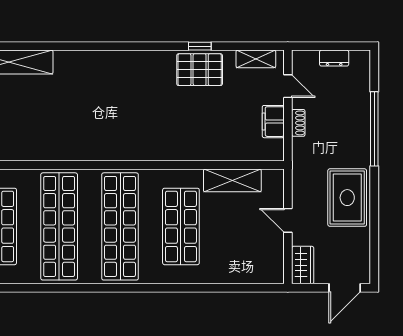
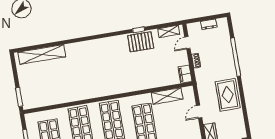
door: (288, 86) -> (187, 43), swing flipped
filing cabinet: (273, 122) -> (185, 74), moved
door: (288, 220) -> (199, 112), hinge flipped

